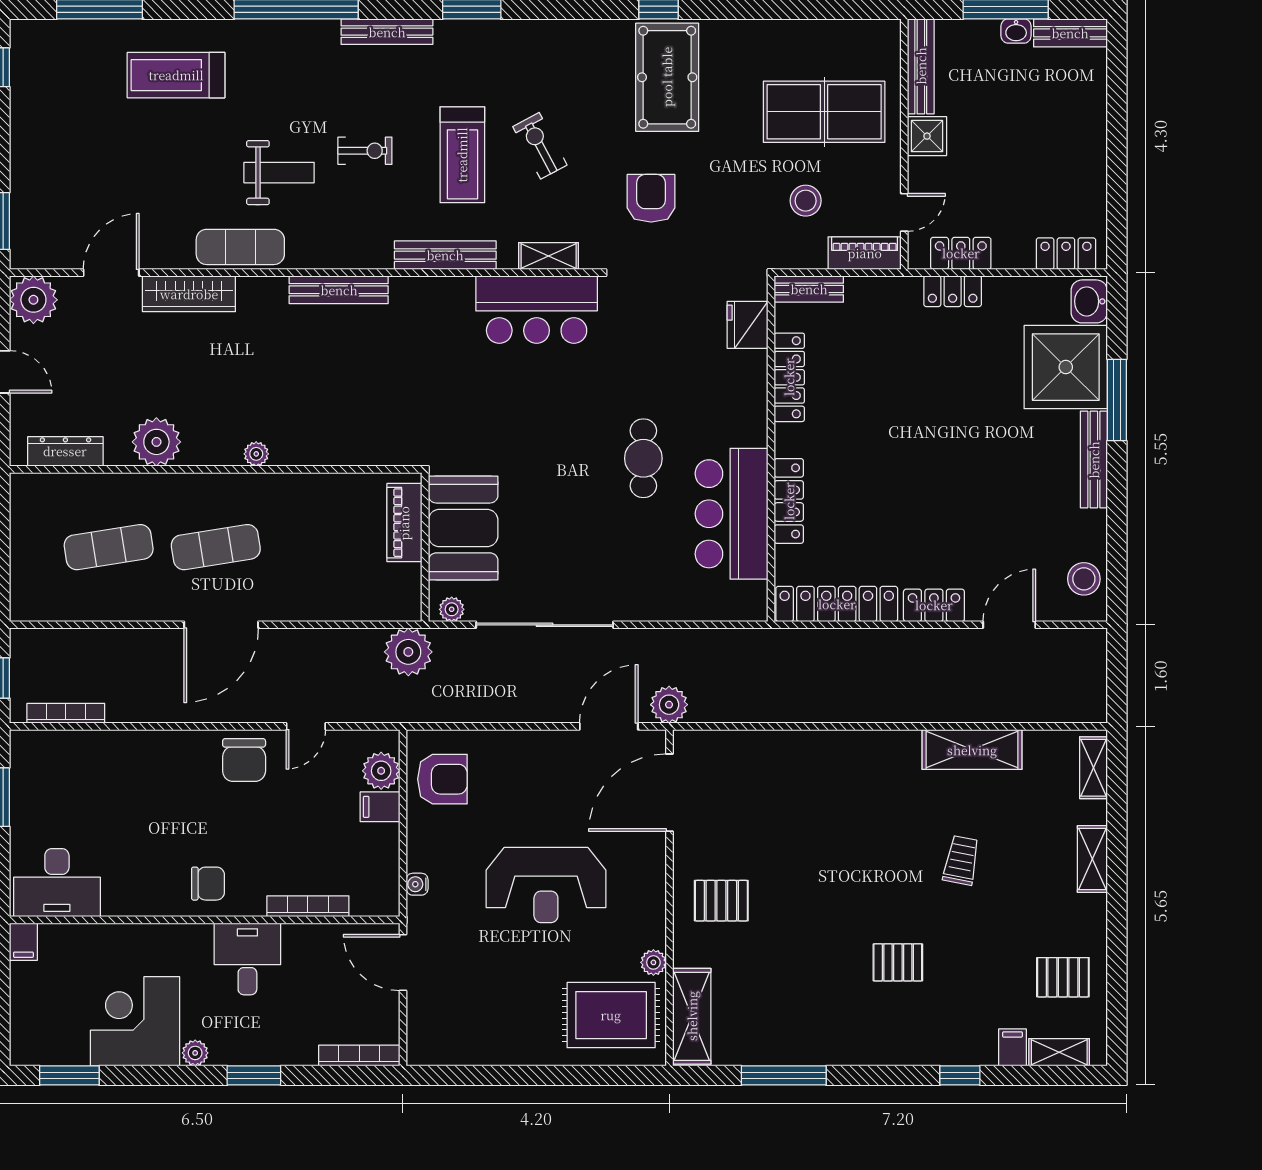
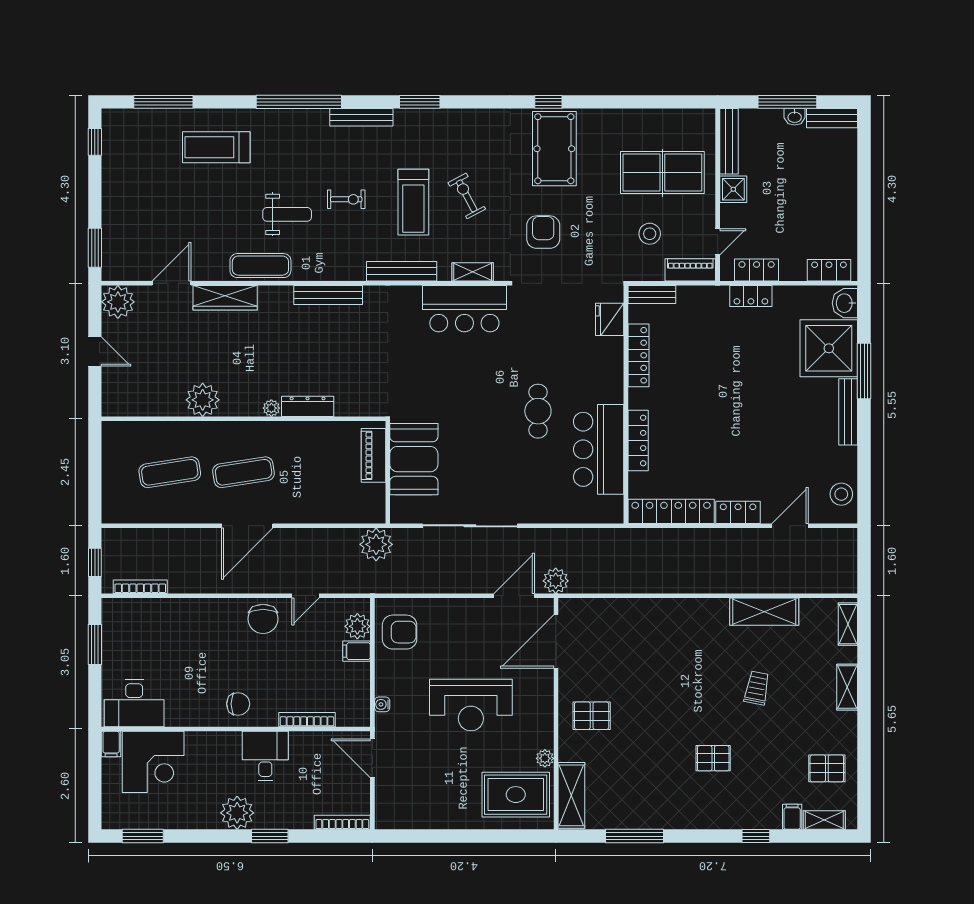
dresser: (65, 451) -> (308, 406), moved
plant: (452, 609) -> (406, 515), removed
corner desk: (135, 1021) -> (153, 762), moved, turned 180
plant: (195, 1053) -> (237, 813), width x1.87, depth x1.87

